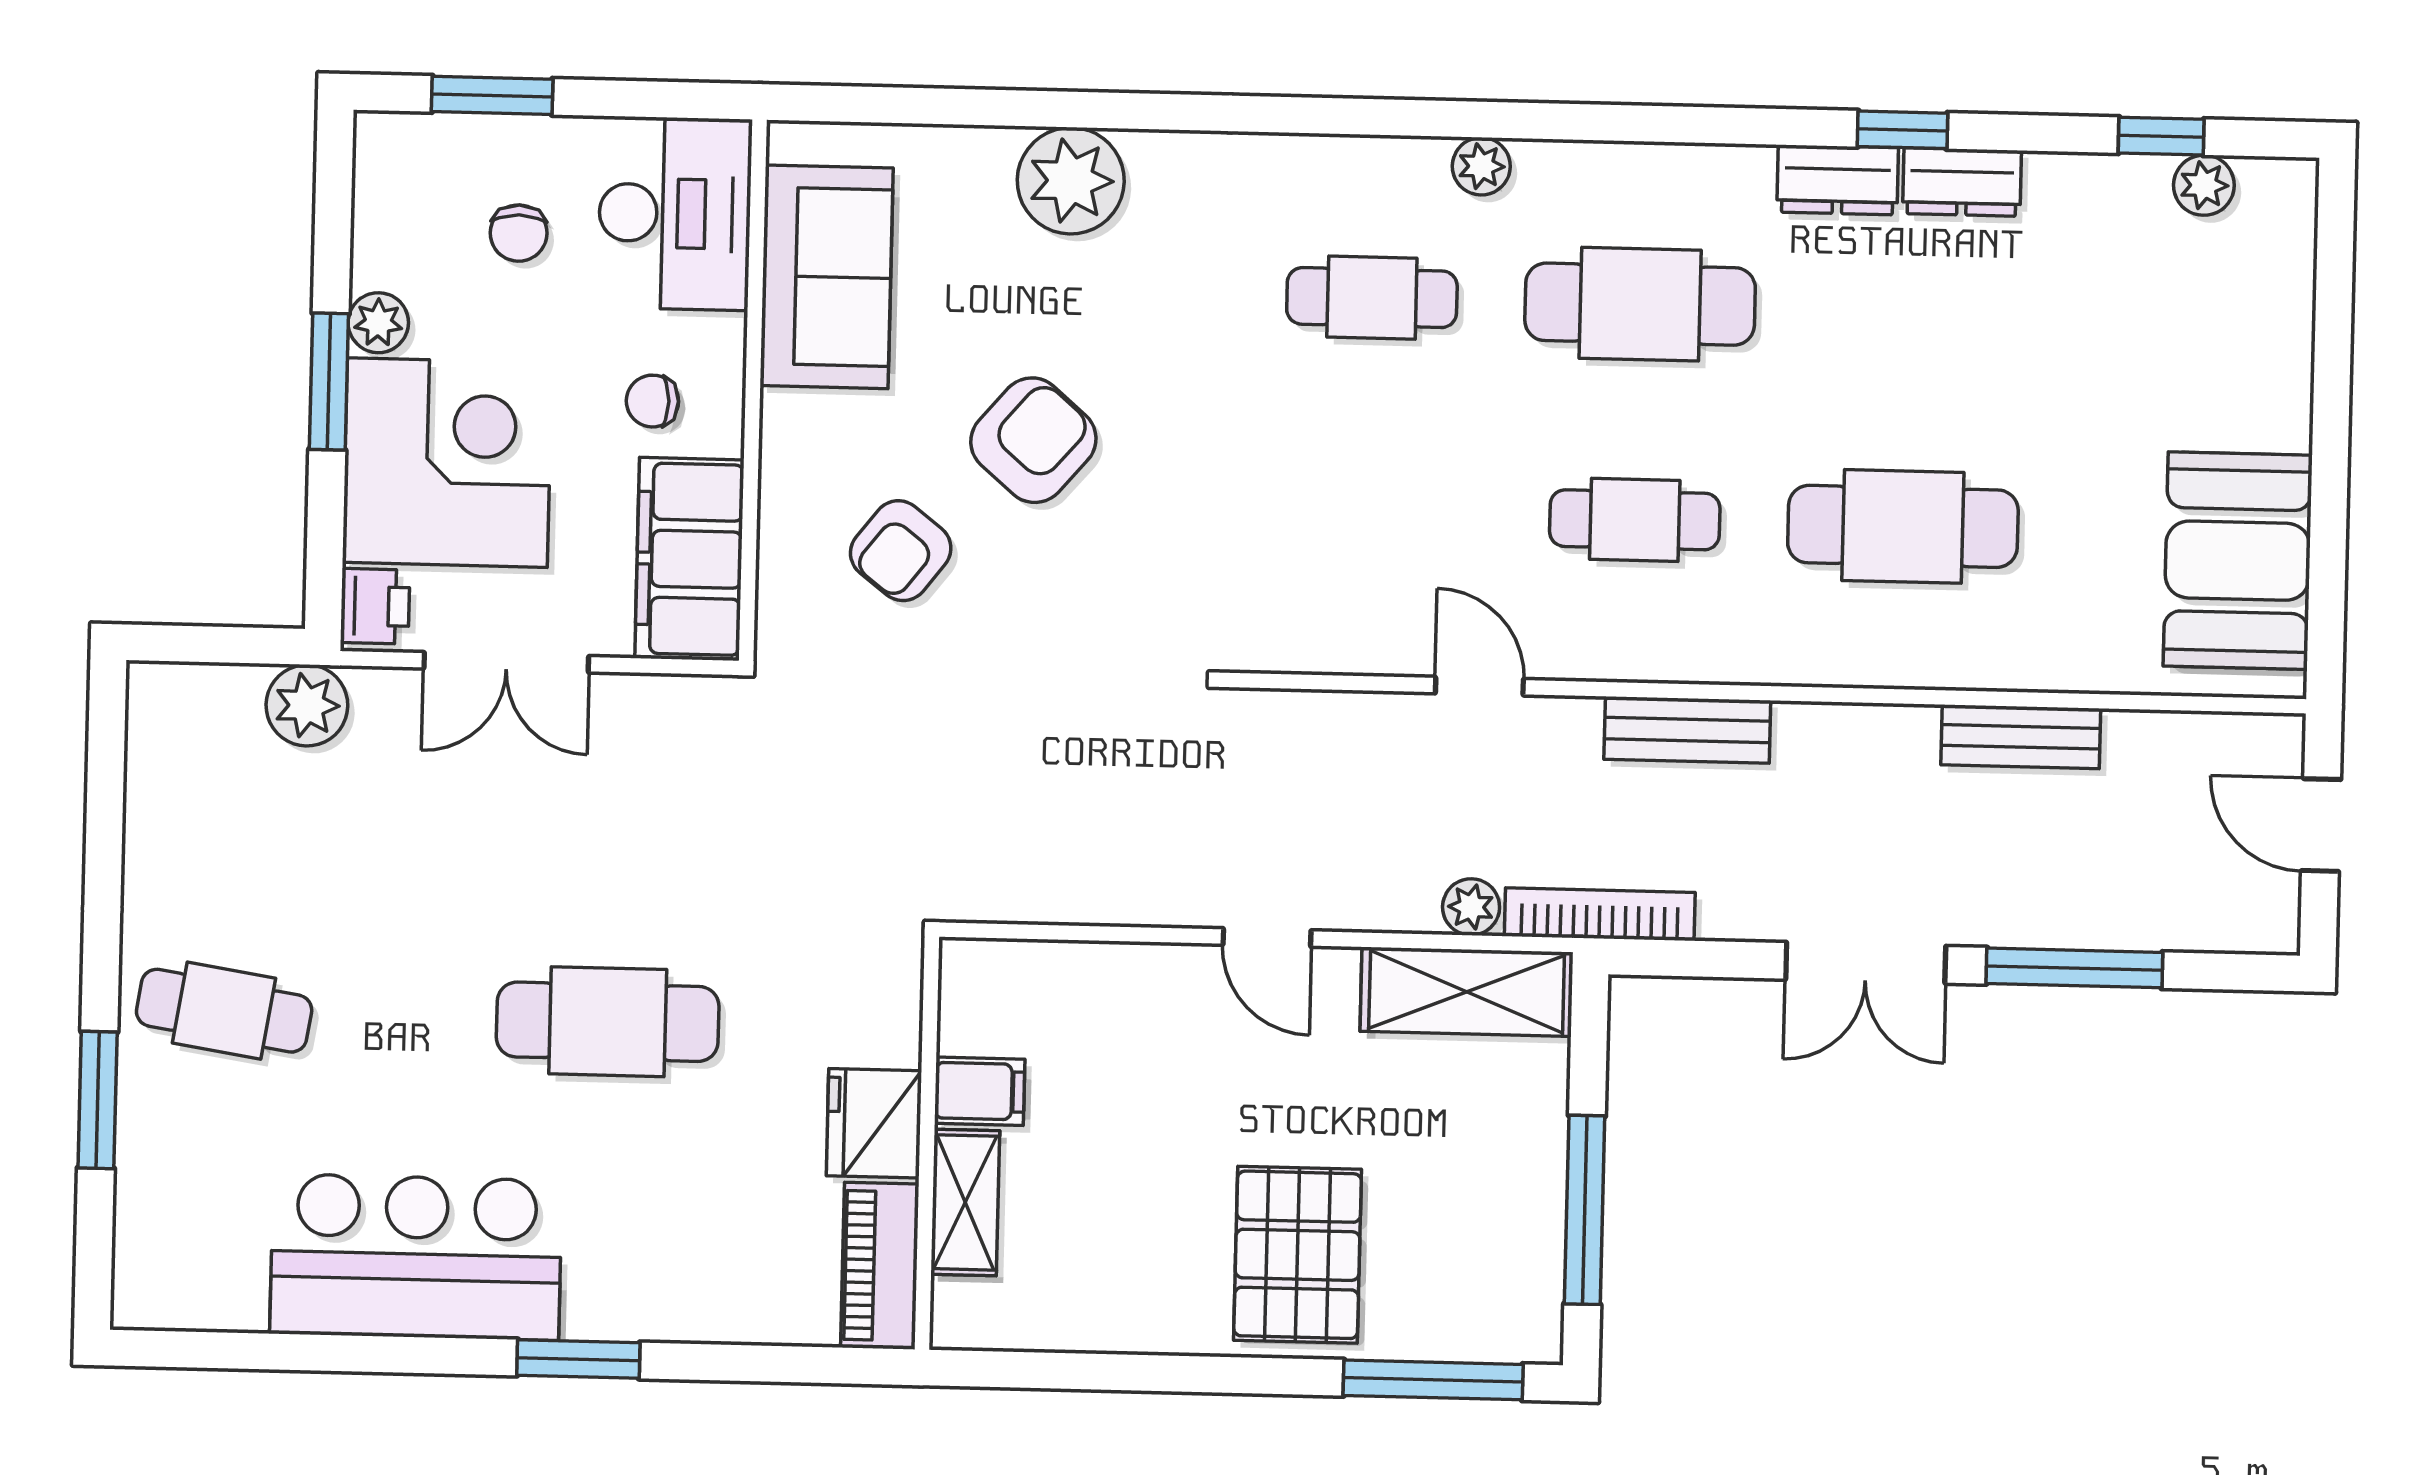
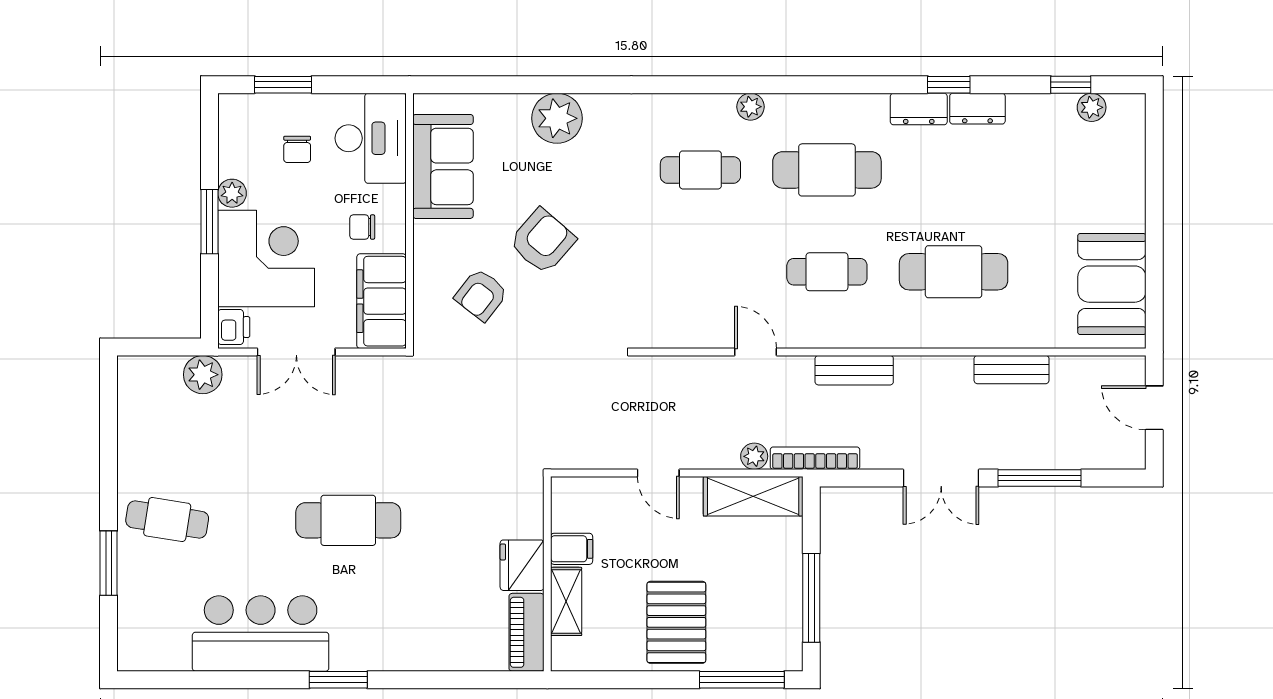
filing cabinet: (980, 1091) -> (572, 549), moved
fridge: (874, 1123) -> (522, 565), moved
wall: (927, 1143) -> (547, 574), moved
shelving: (965, 1202) -> (566, 601), moved
piano: (880, 1266) -> (526, 632), moved

